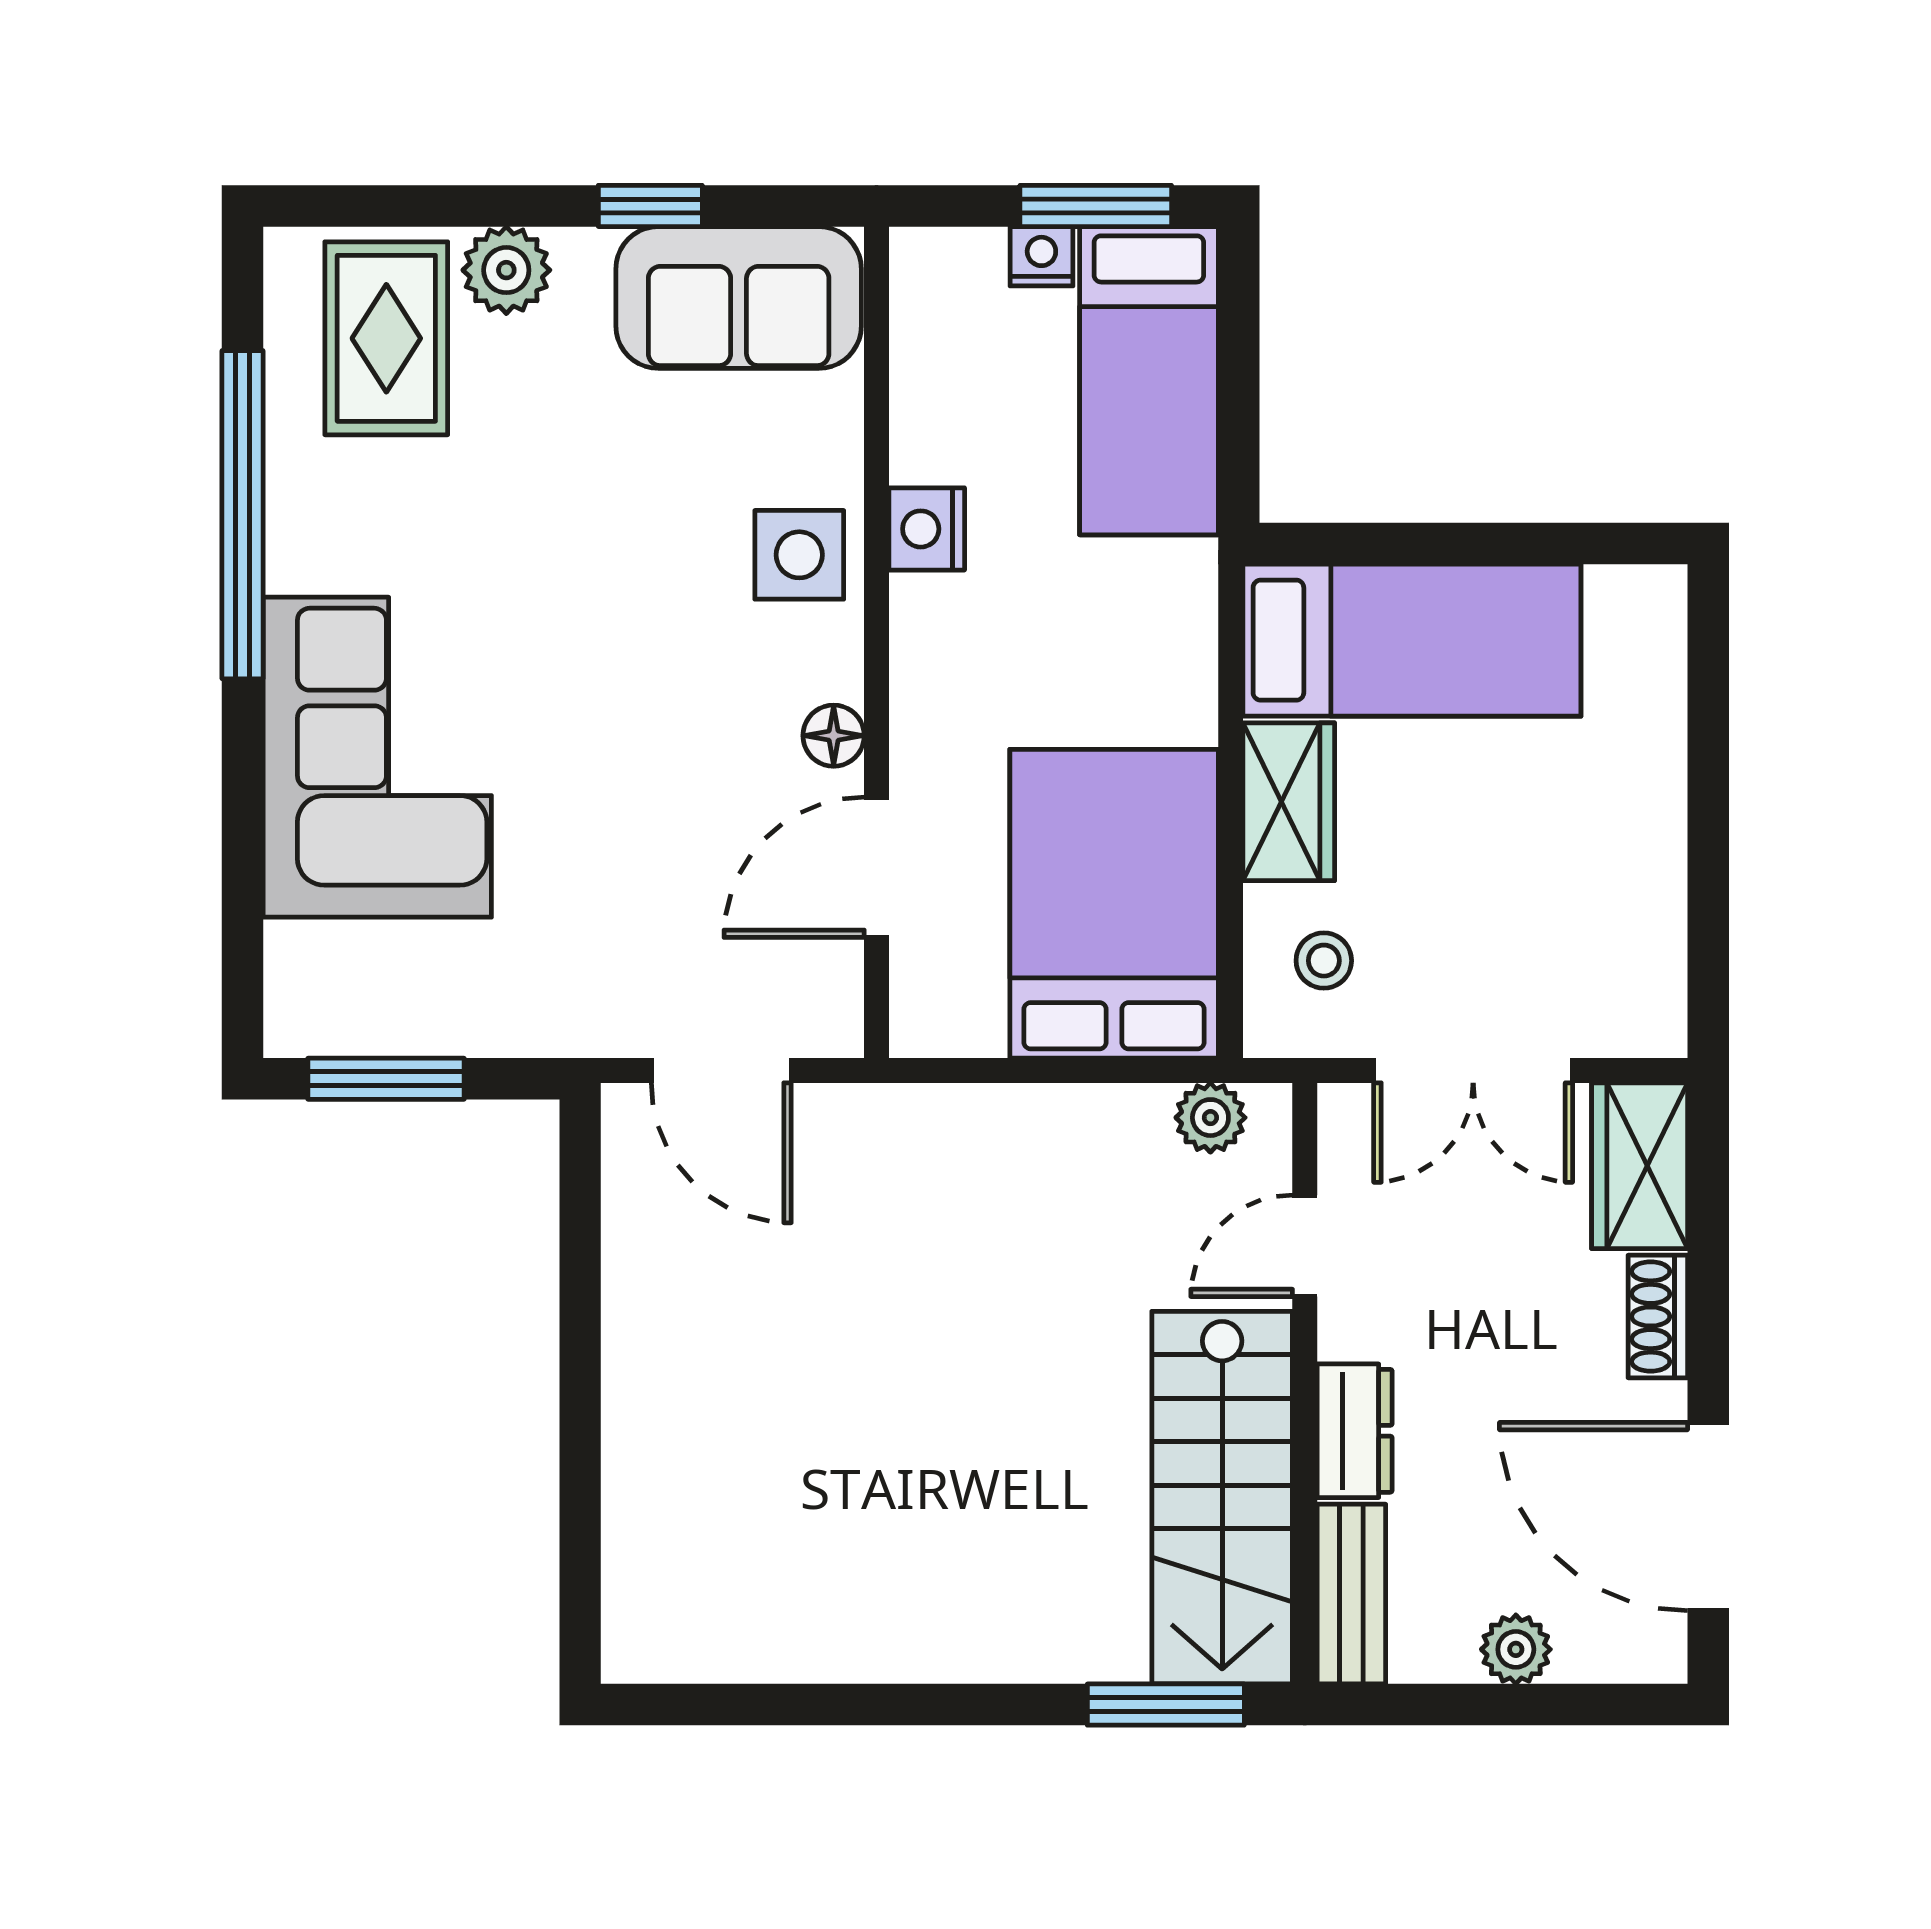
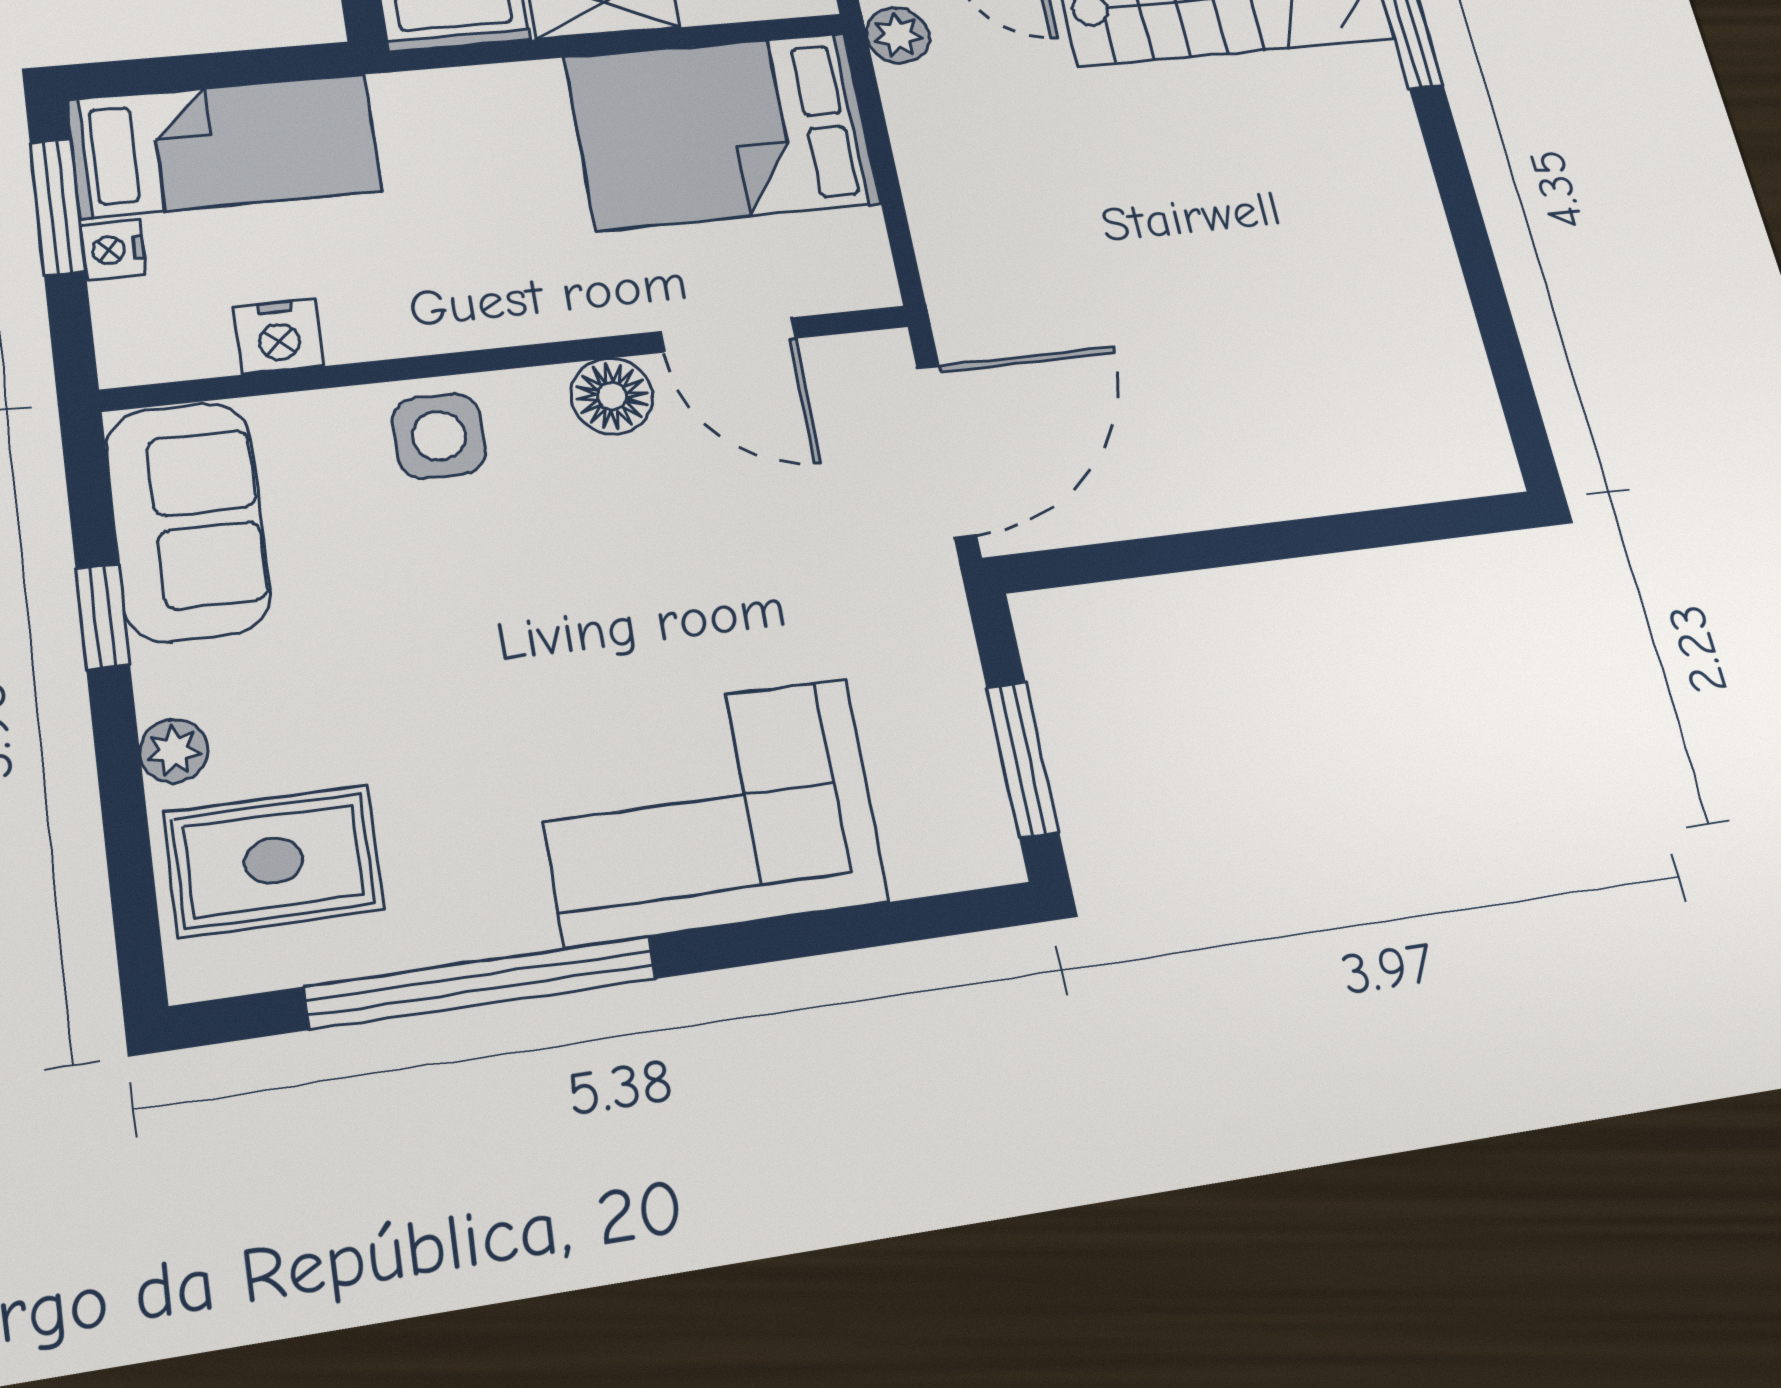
plant: (506, 270) -> (174, 751), width x0.73, depth x0.73
nightstand: (927, 529) -> (279, 336), moved
floor lamp: (834, 736) -> (612, 396), width x1.37, depth x1.37
door: (721, 1071) -> (947, 451), width x1.36

